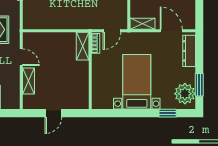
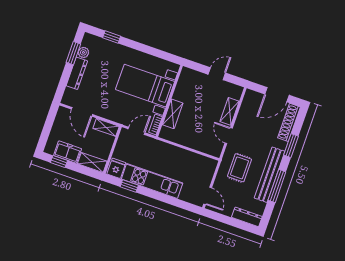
shelving: (83, 46) -> (173, 114), moved
dresser: (189, 51) -> (77, 73), moved
bed with nightstands: (137, 82) -> (145, 86), moved, turned 90
plant: (185, 94) -> (83, 52), width x0.53, depth x0.53

